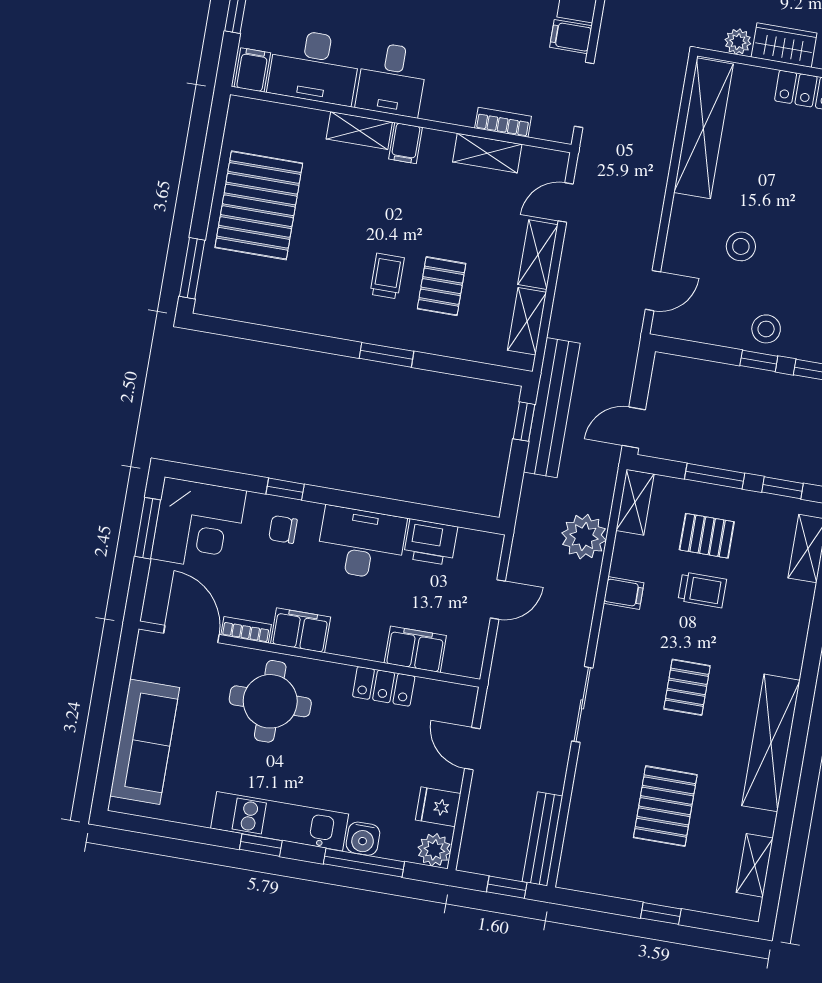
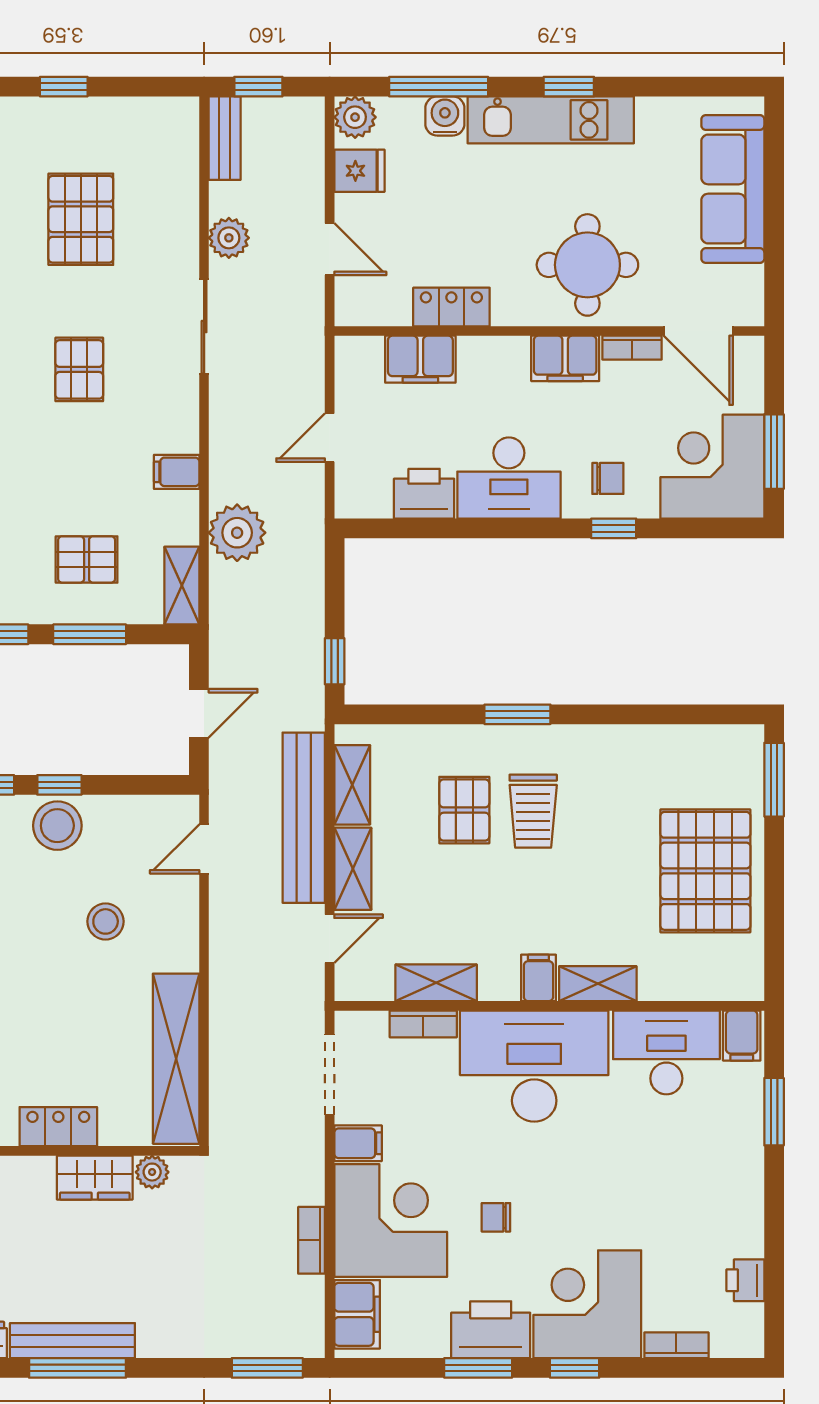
desk: (392, 79) -> (534, 1066), width x1.87, depth x1.30
trolley: (387, 276) -> (533, 811), width x1.36, depth x1.39
stool: (766, 329) -> (57, 826), width x1.38, depth x1.38
bench: (552, 408) -> (304, 818), moved
door: (634, 428) -> (199, 713), moved
trolley: (702, 590) -> (81, 492), removed
plant: (551, 771) -> (229, 238), added
bench: (542, 839) -> (225, 138), width x0.73

